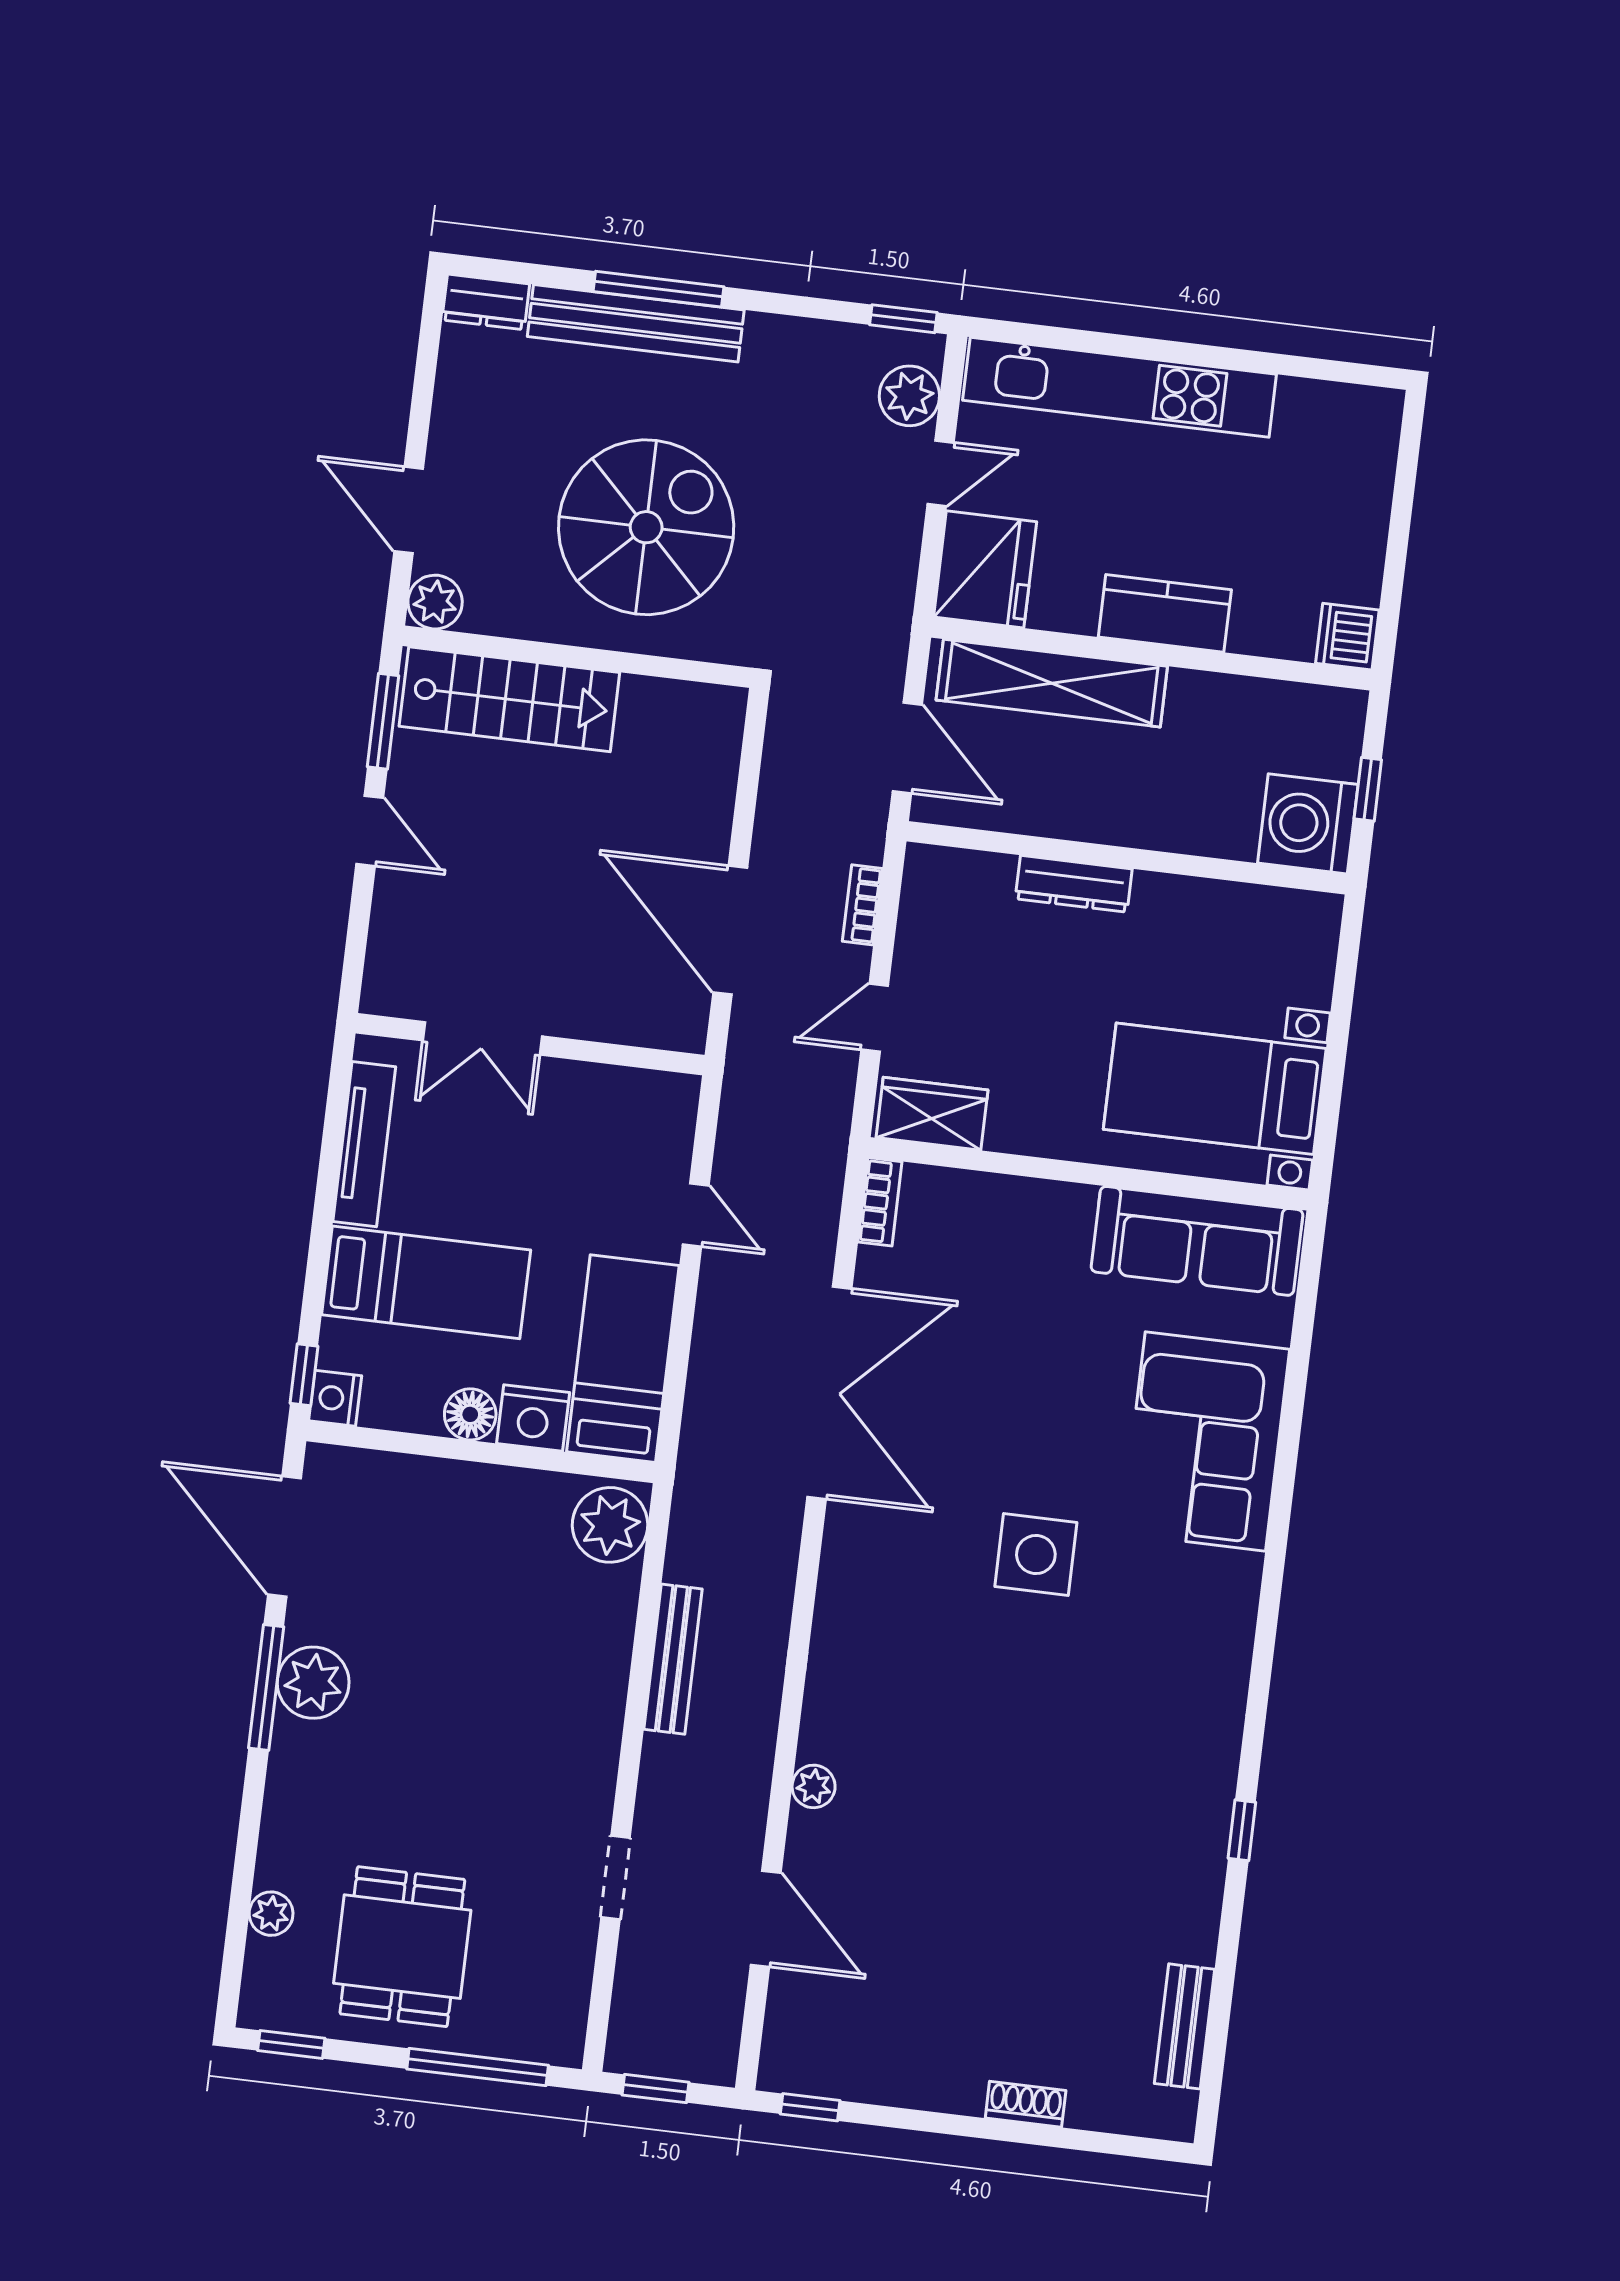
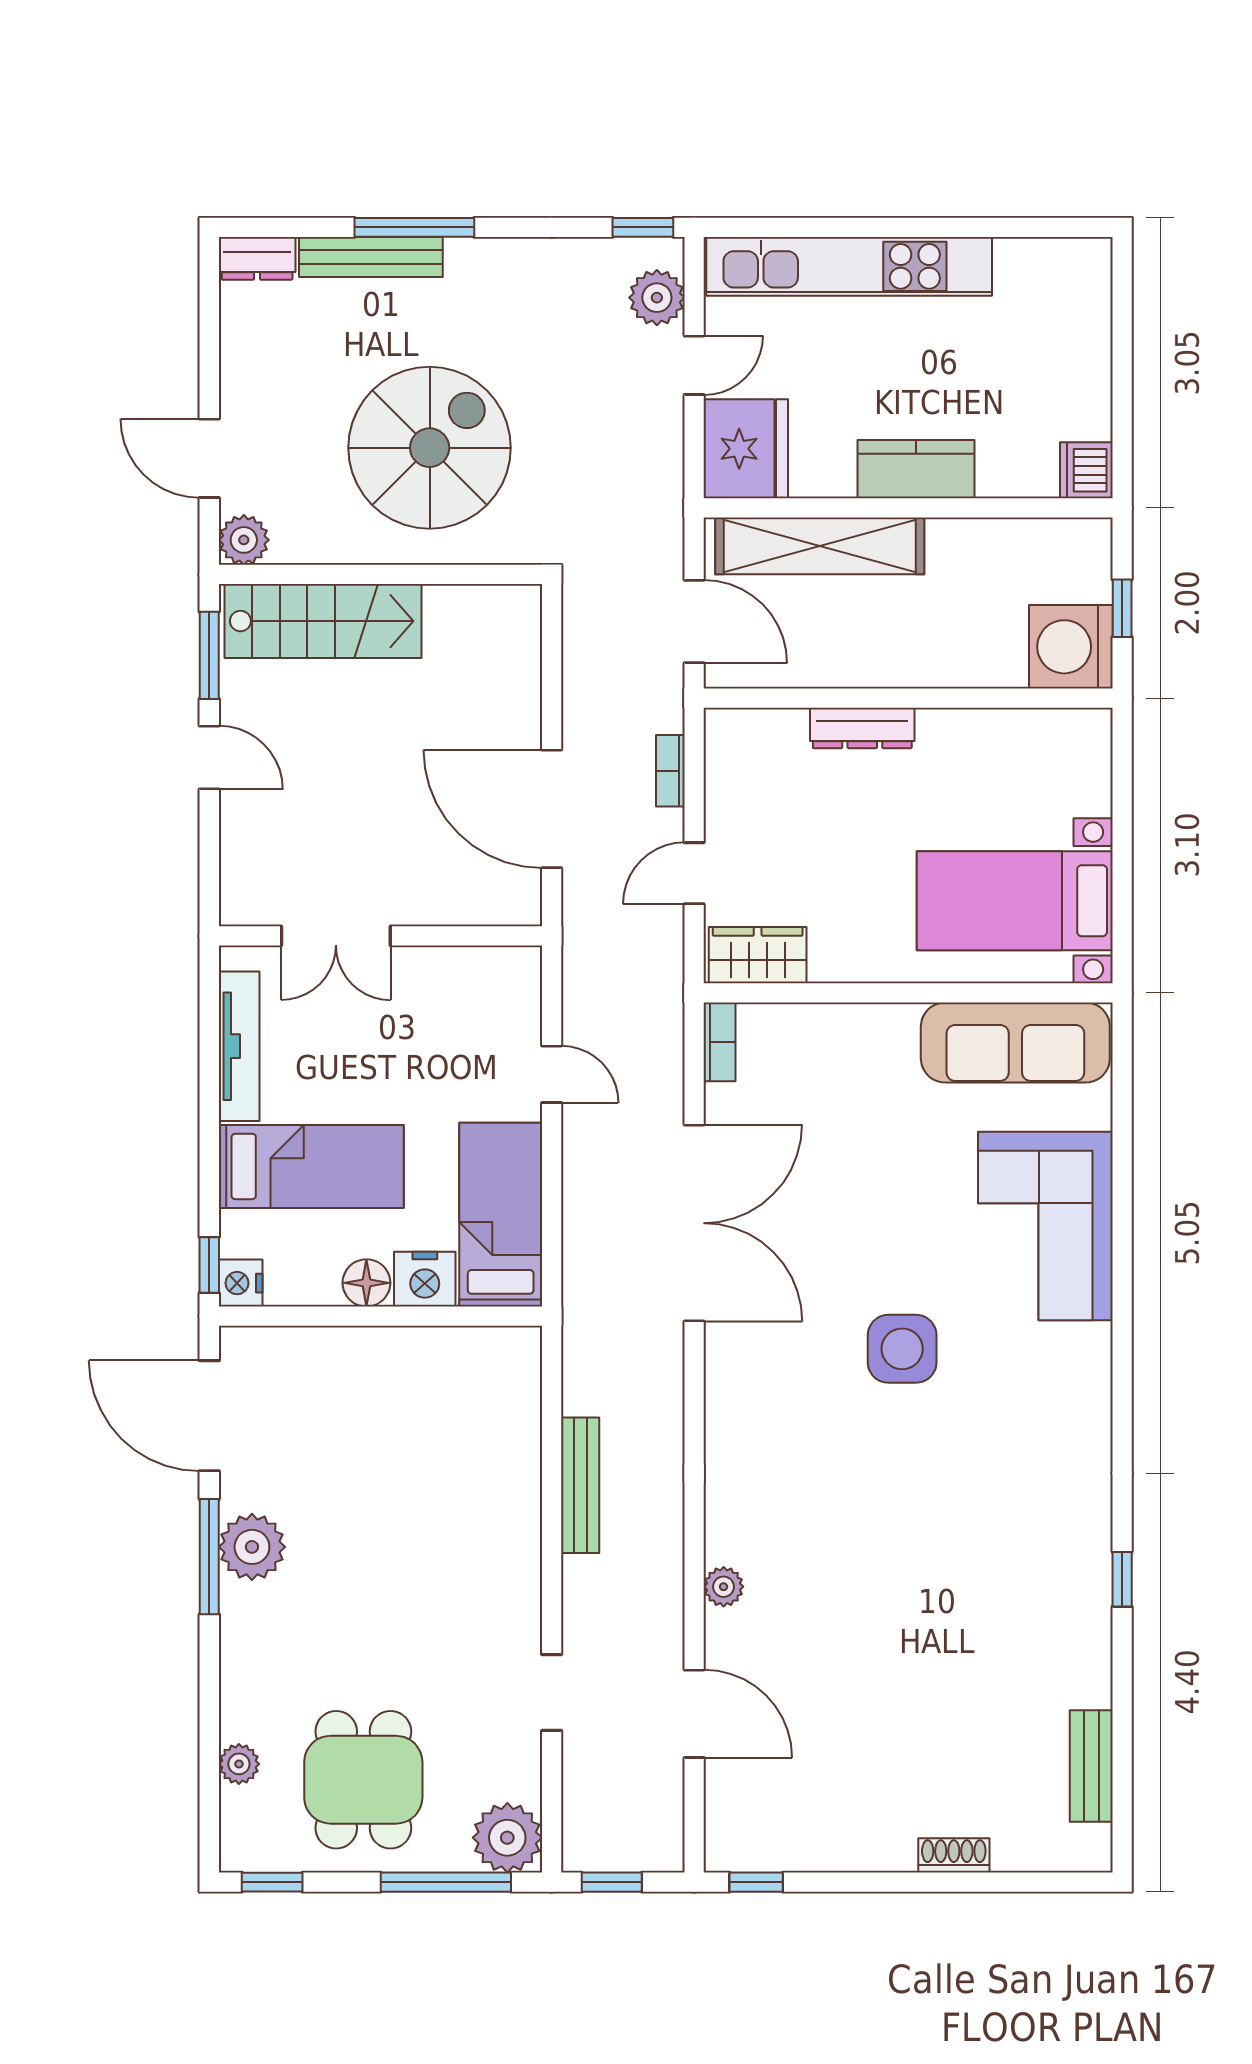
bench: (636, 323) -> (371, 257), width x0.73, depth x0.82
plant: (610, 1525) -> (507, 1838), moved

